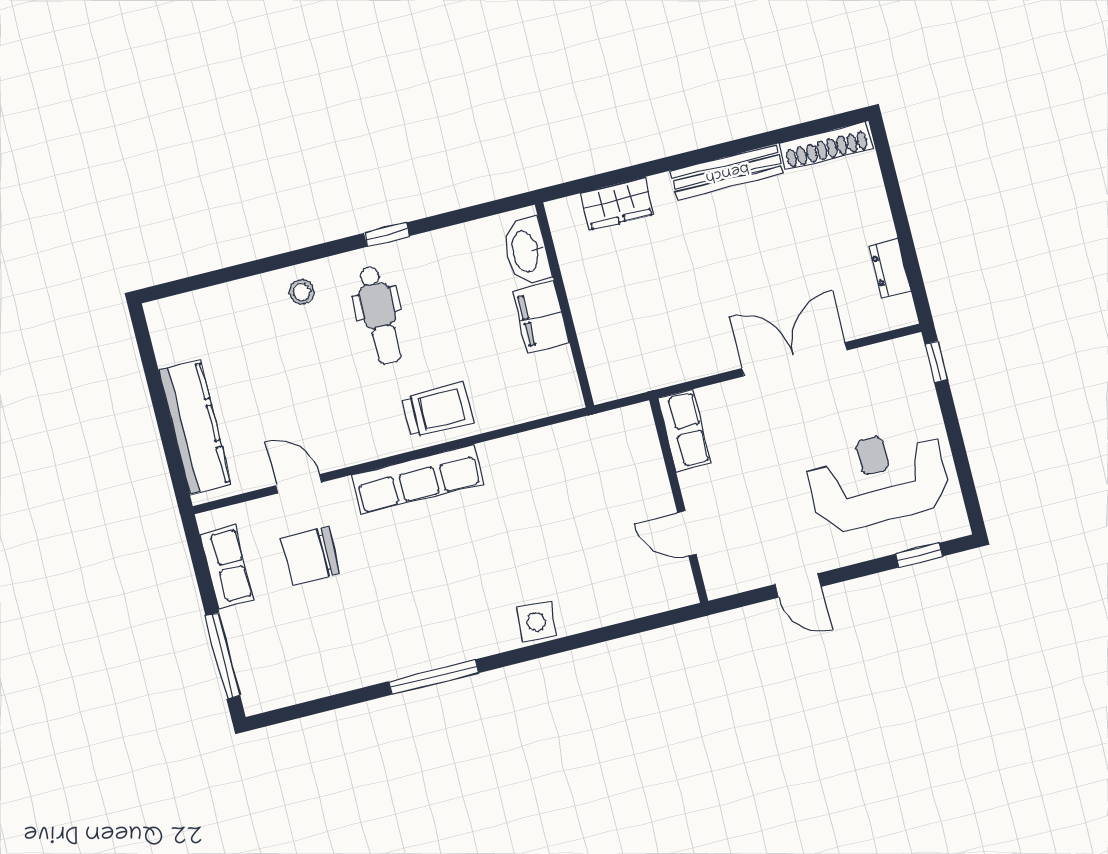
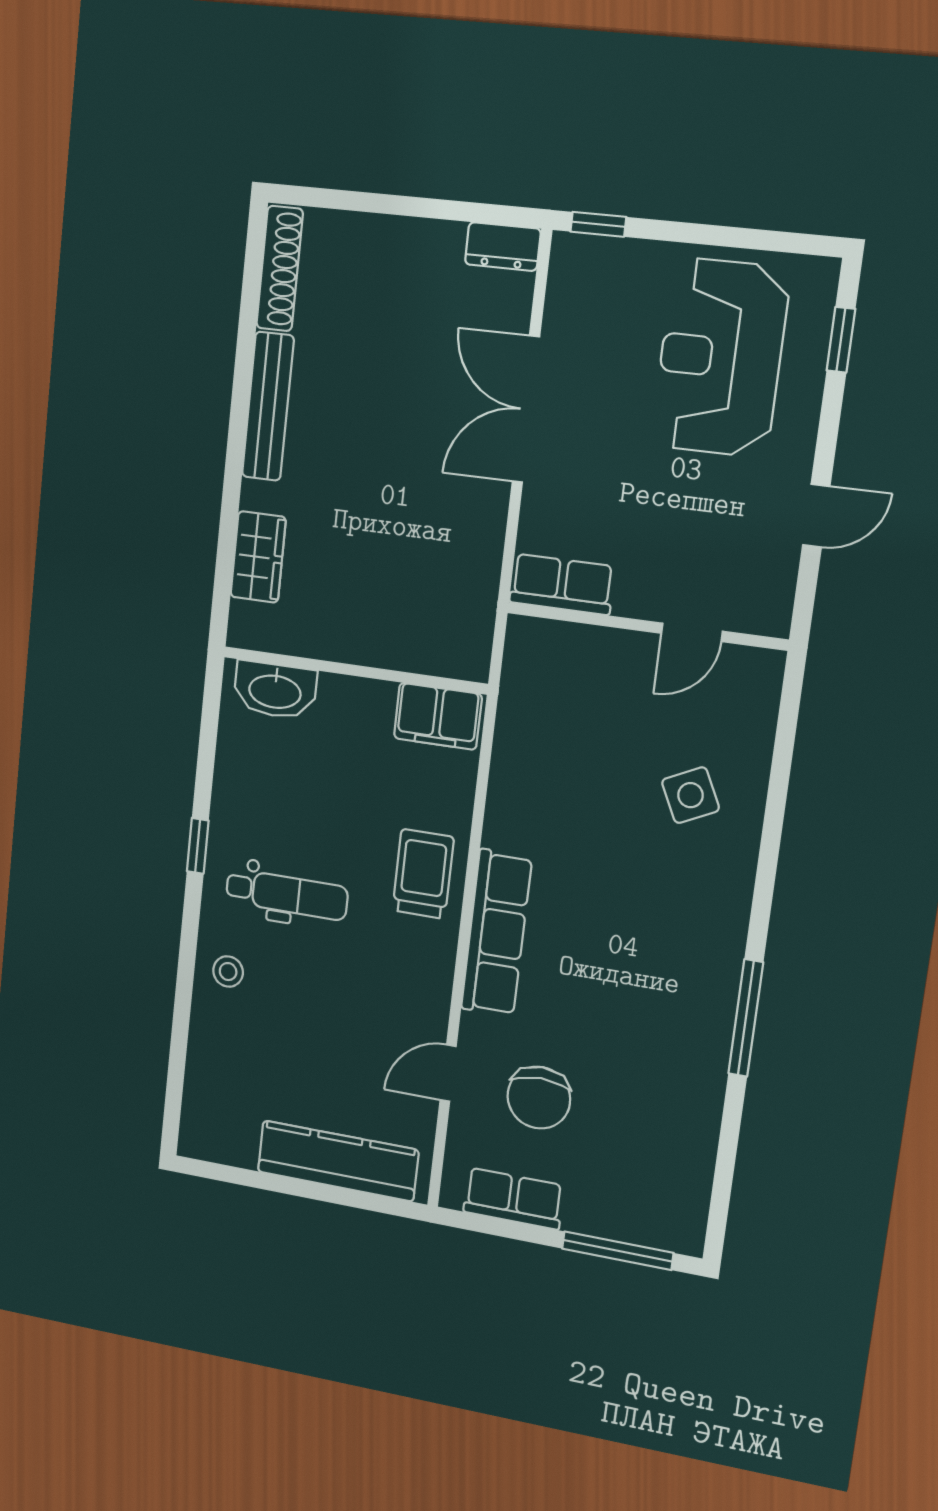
dresser: (890, 268) -> (503, 247), moved
filing cabinet: (541, 317) -> (438, 716), moved
side table: (536, 622) -> (690, 795), moved, turned -30

